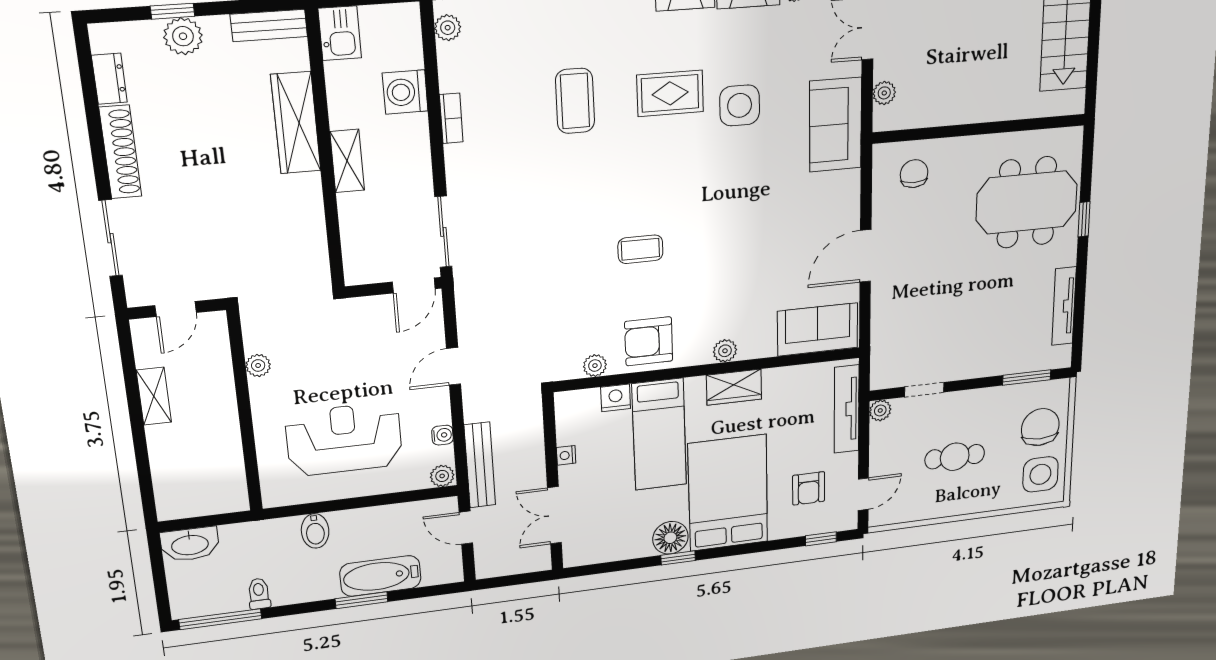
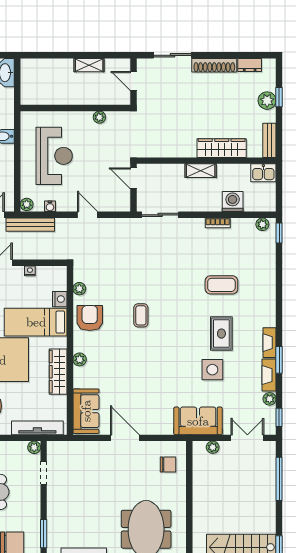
door: (414, 285) -> (133, 178), moved
wardrobe: (734, 387) -> (58, 372), width x1.50

